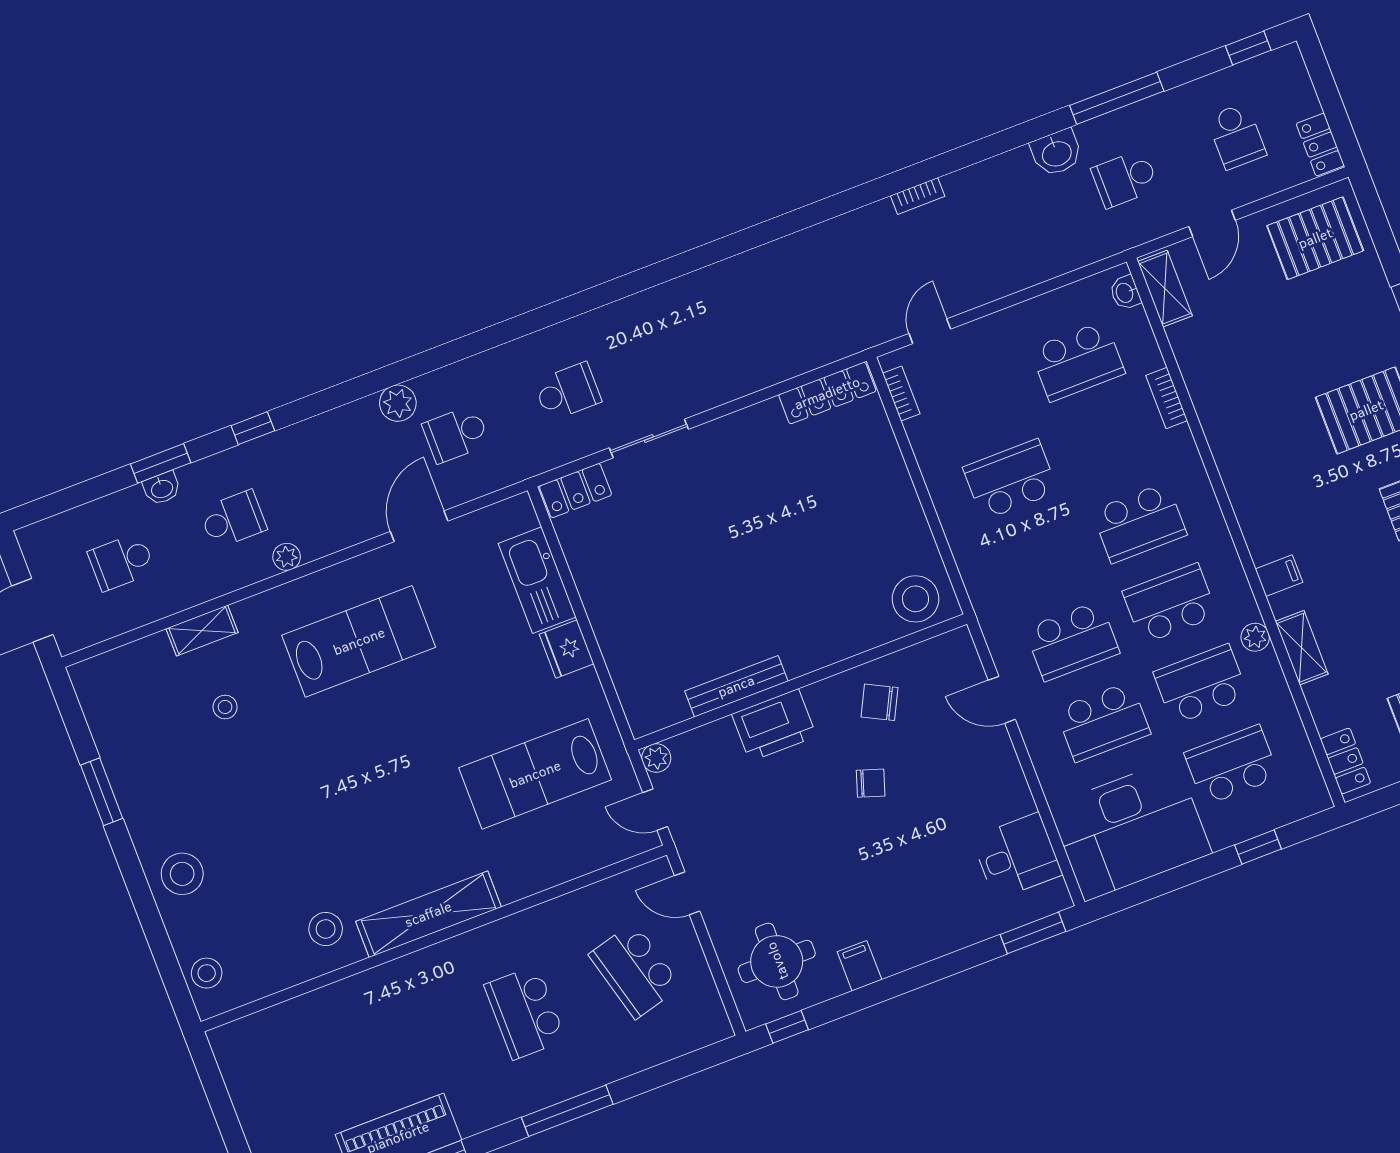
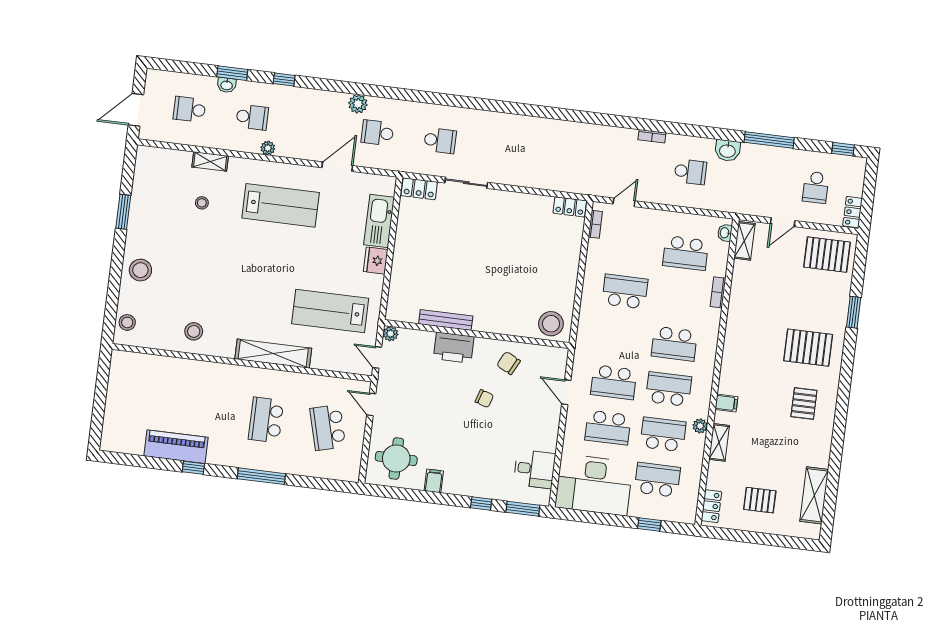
school desk: (1125, 179) -> (690, 172), moved, turned 180
locker: (827, 393) -> (570, 207), width x0.66
shelving: (428, 914) -> (273, 354), moved
window: (787, 1027) -> (481, 504), moved

